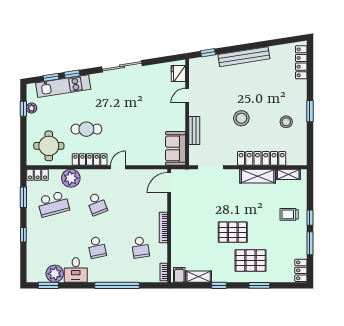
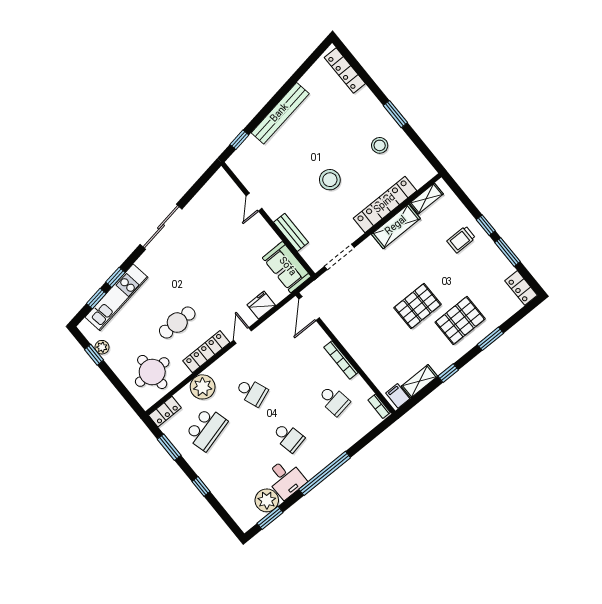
fridge: (178, 74) -> (261, 305), moved, turned 90
window: (117, 285) -> (325, 473), moved

